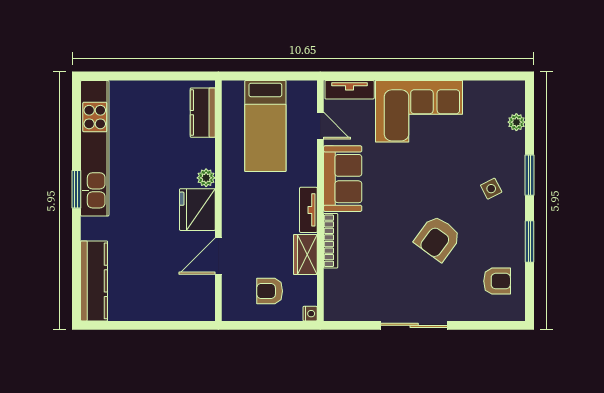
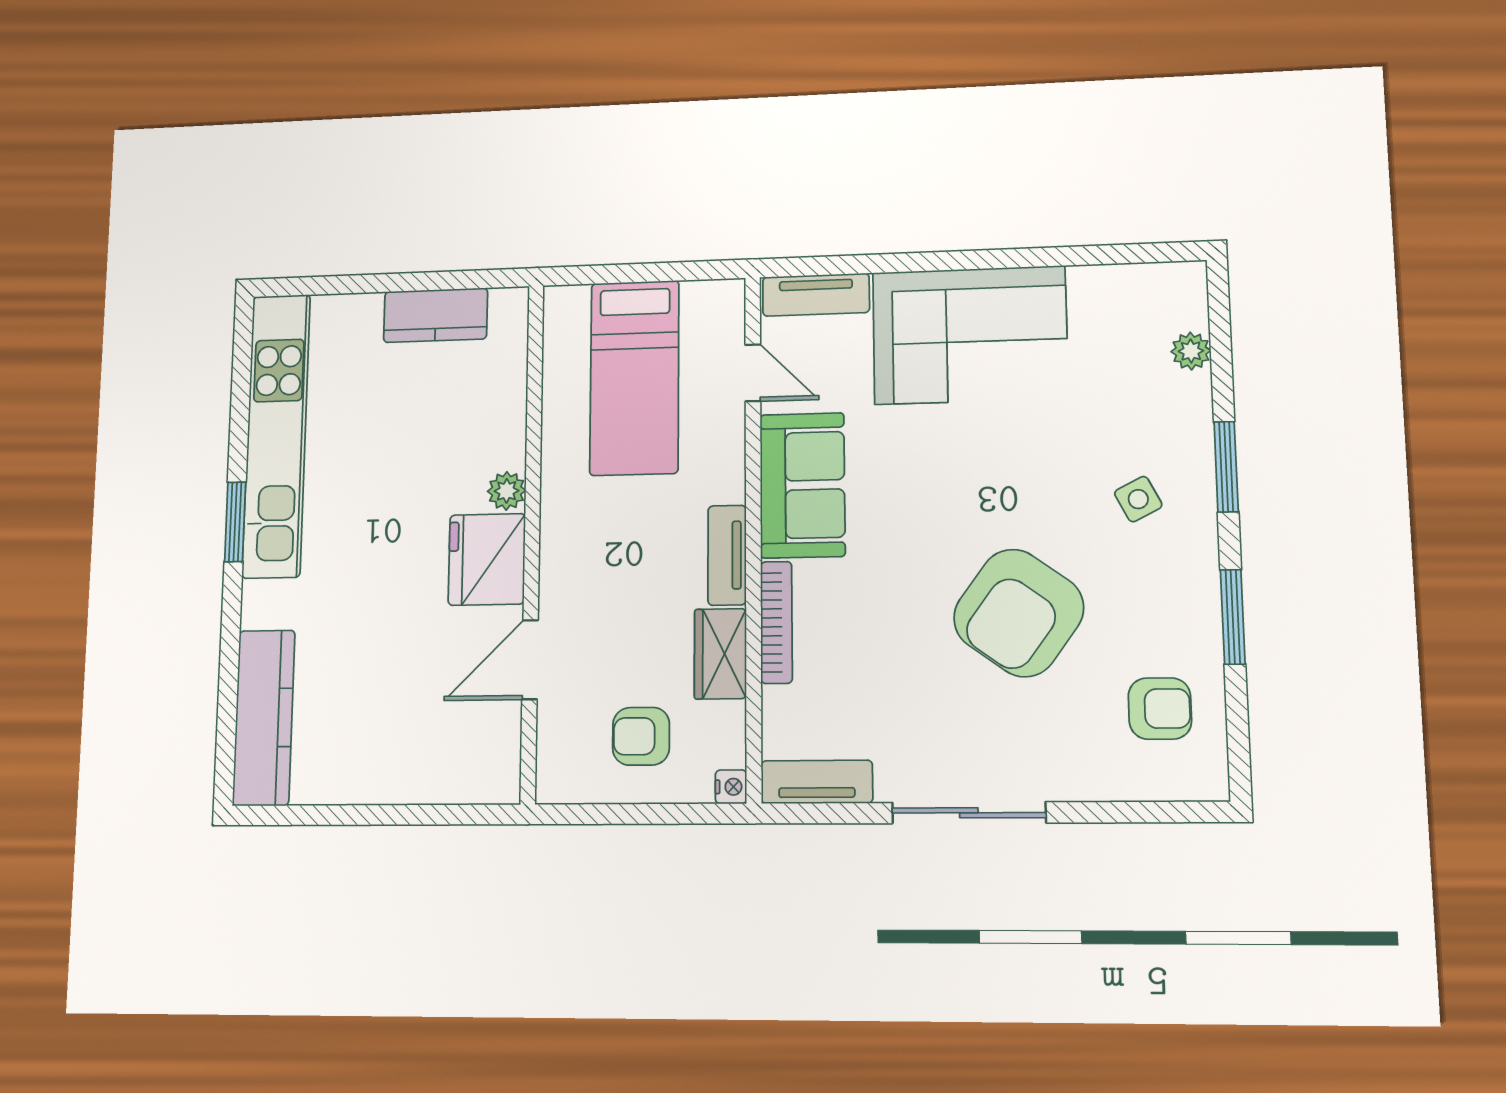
kitchen counter: (203, 113) -> (436, 315), moved, turned -90
armchair: (438, 238) -> (1019, 613), width x1.36, depth x1.36
tv unit: (348, 312) -> (817, 782), added

